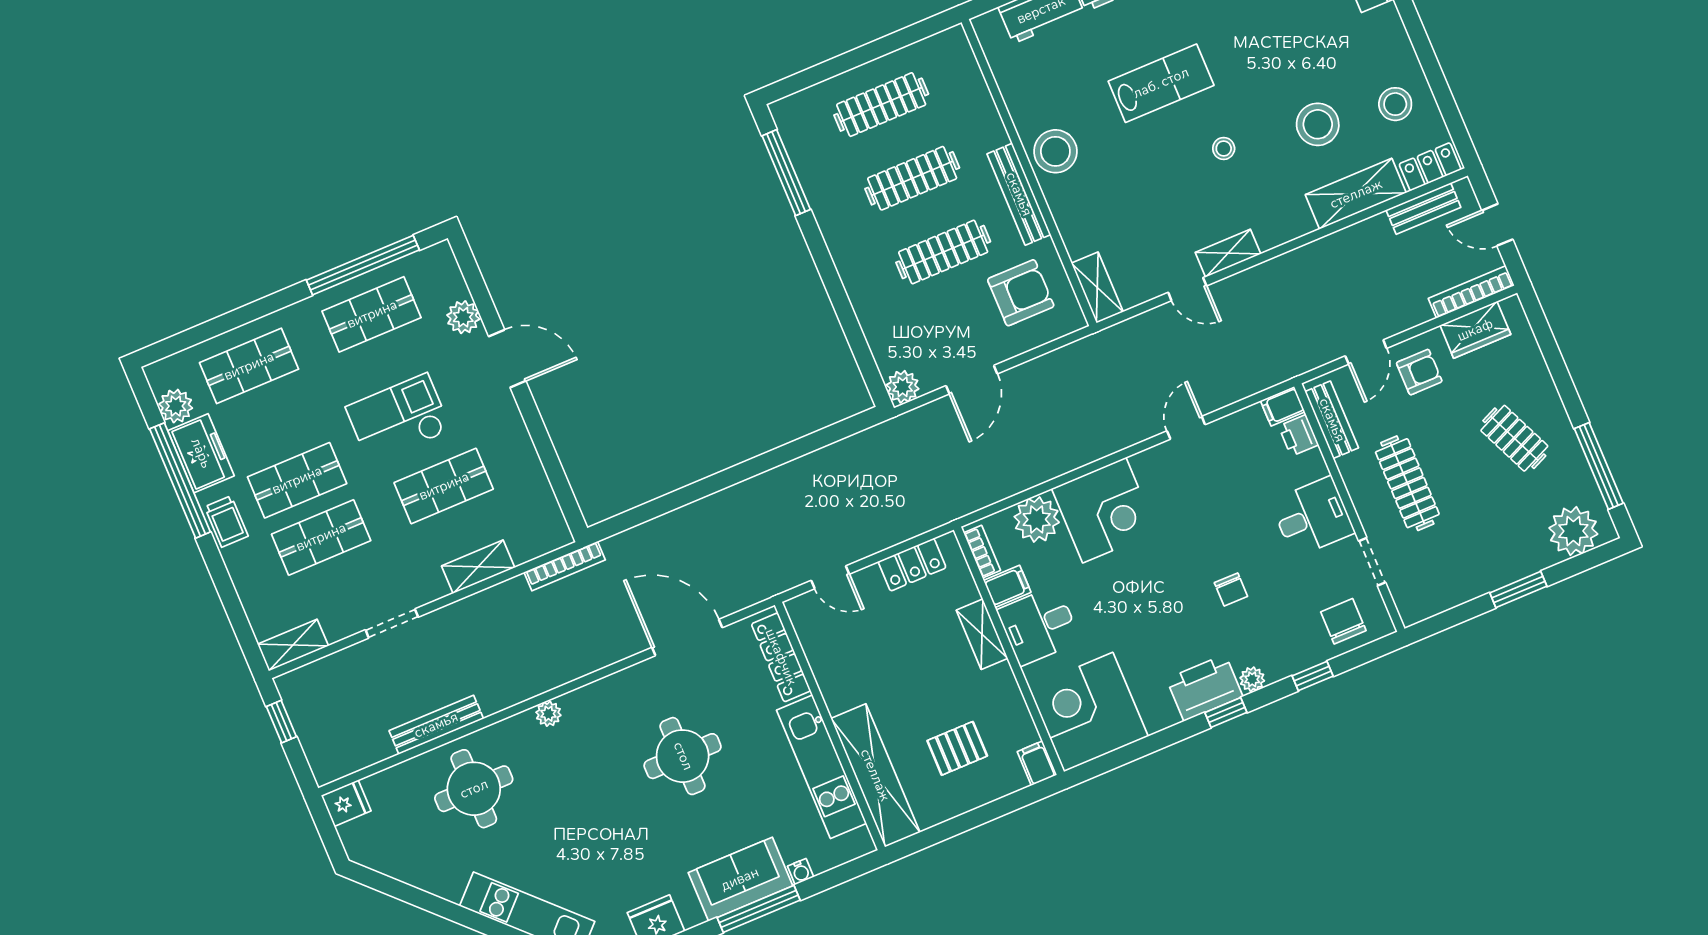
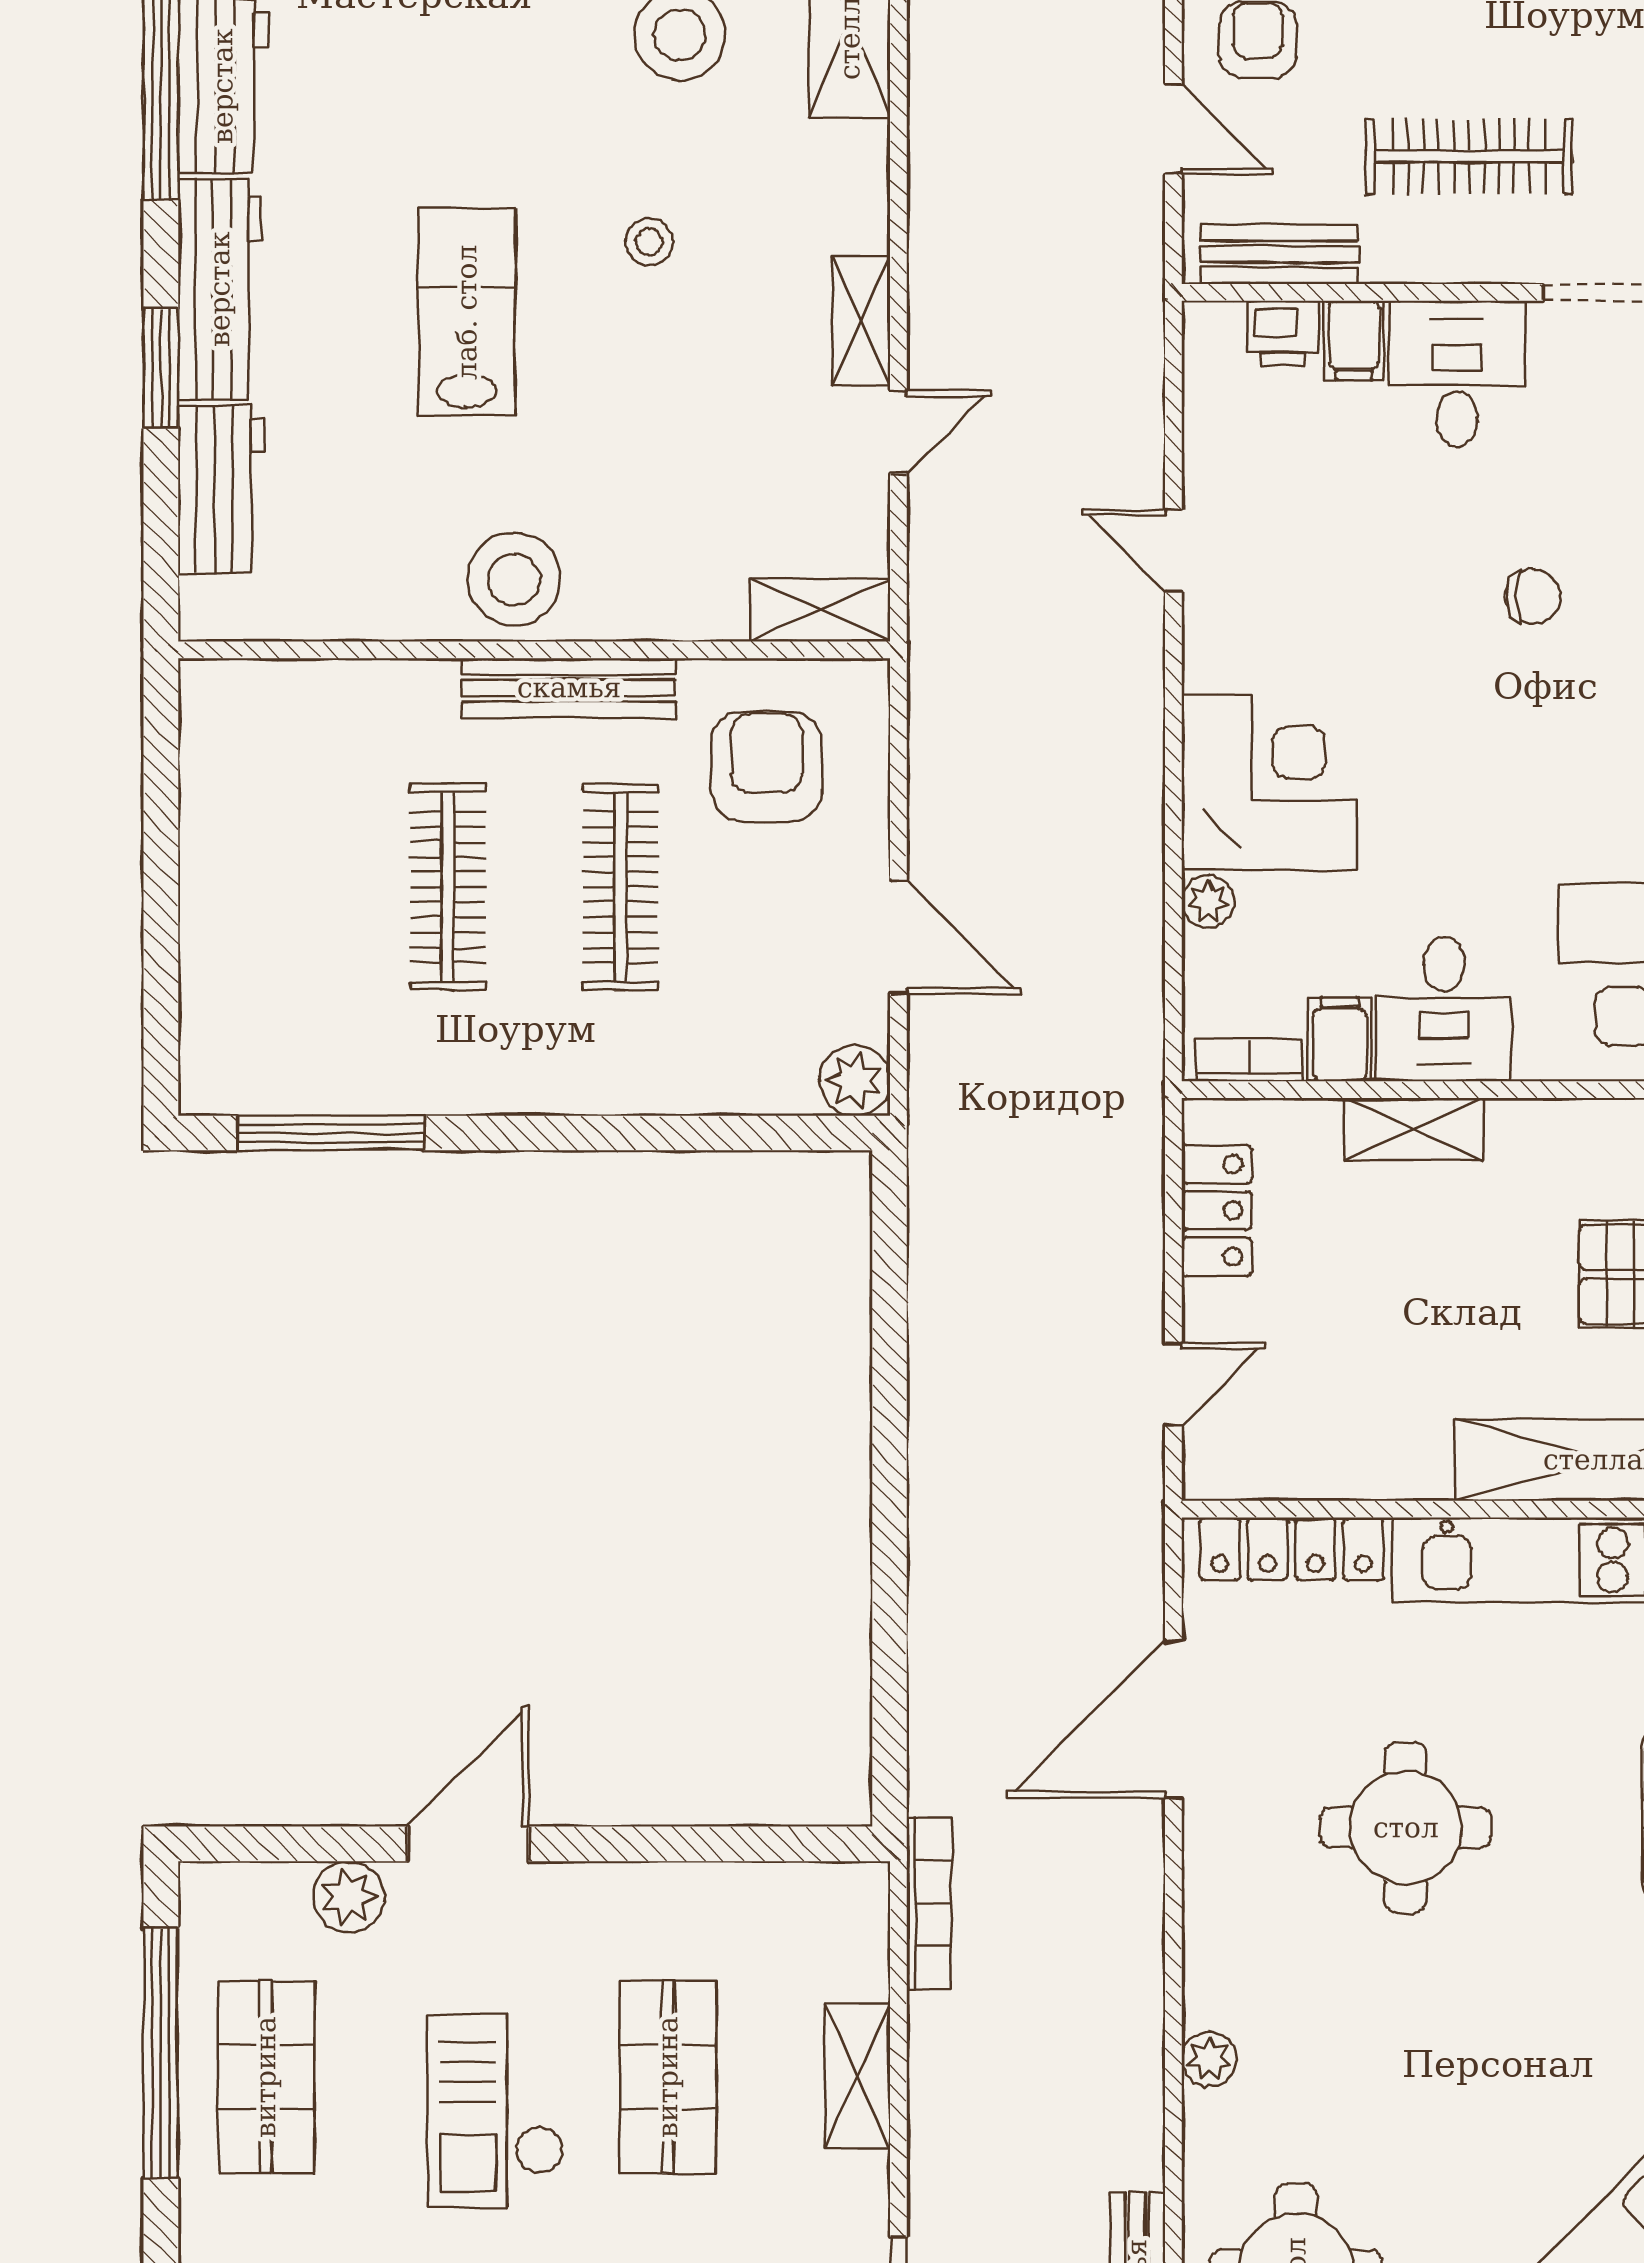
clothes rail: (881, 105) -> (275, 887), removed
filing cabinet: (1283, 406) -> (1354, 340), moved
plant: (1037, 519) -> (1208, 902), width x0.53, depth x0.53

